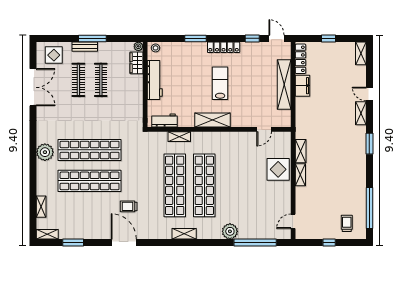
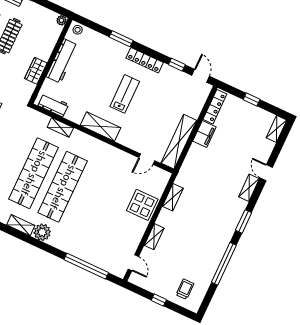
wardrobe: (136, 63) -> (36, 71), moved
shelving: (284, 85) -> (179, 142), moved
shelving: (300, 175) -> (154, 237), moved
window: (369, 208) -> (224, 264), moved
door: (293, 221) -> (133, 263), swing flipped
plant: (230, 231) -> (42, 232), moved

